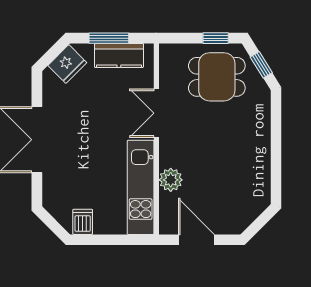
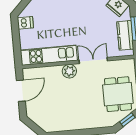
plant: (171, 180) -> (69, 71), moved

